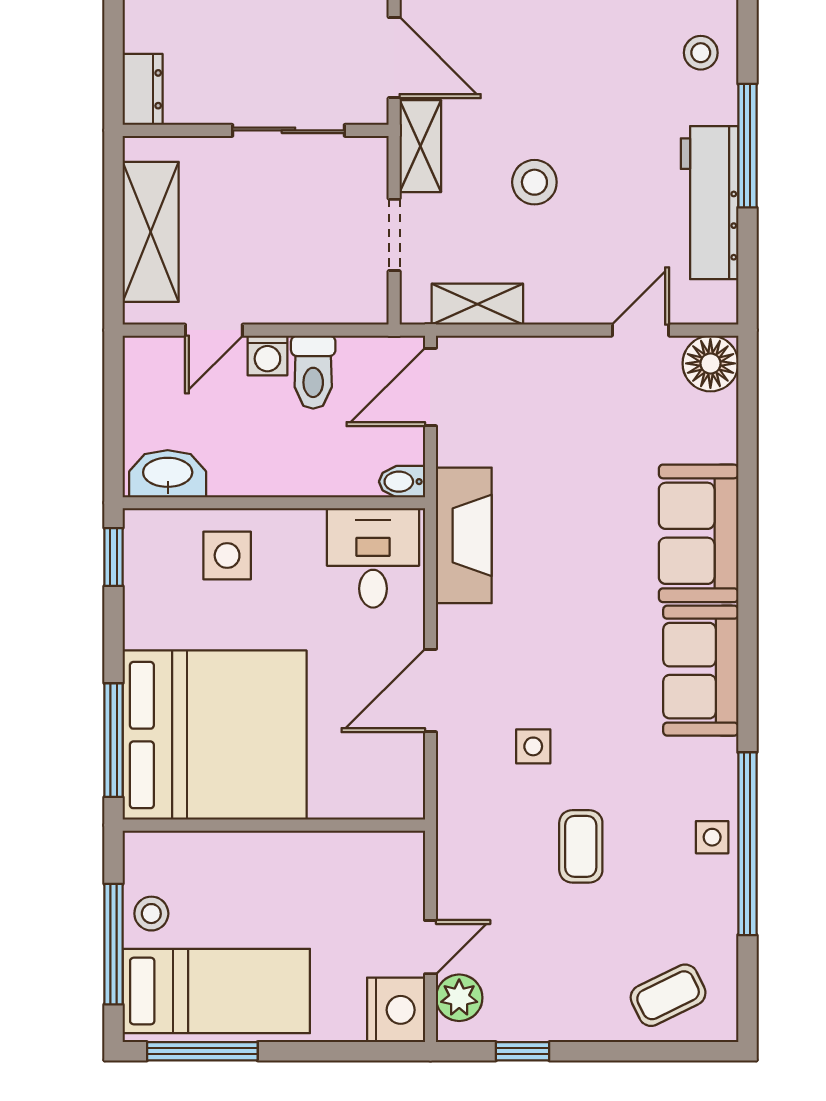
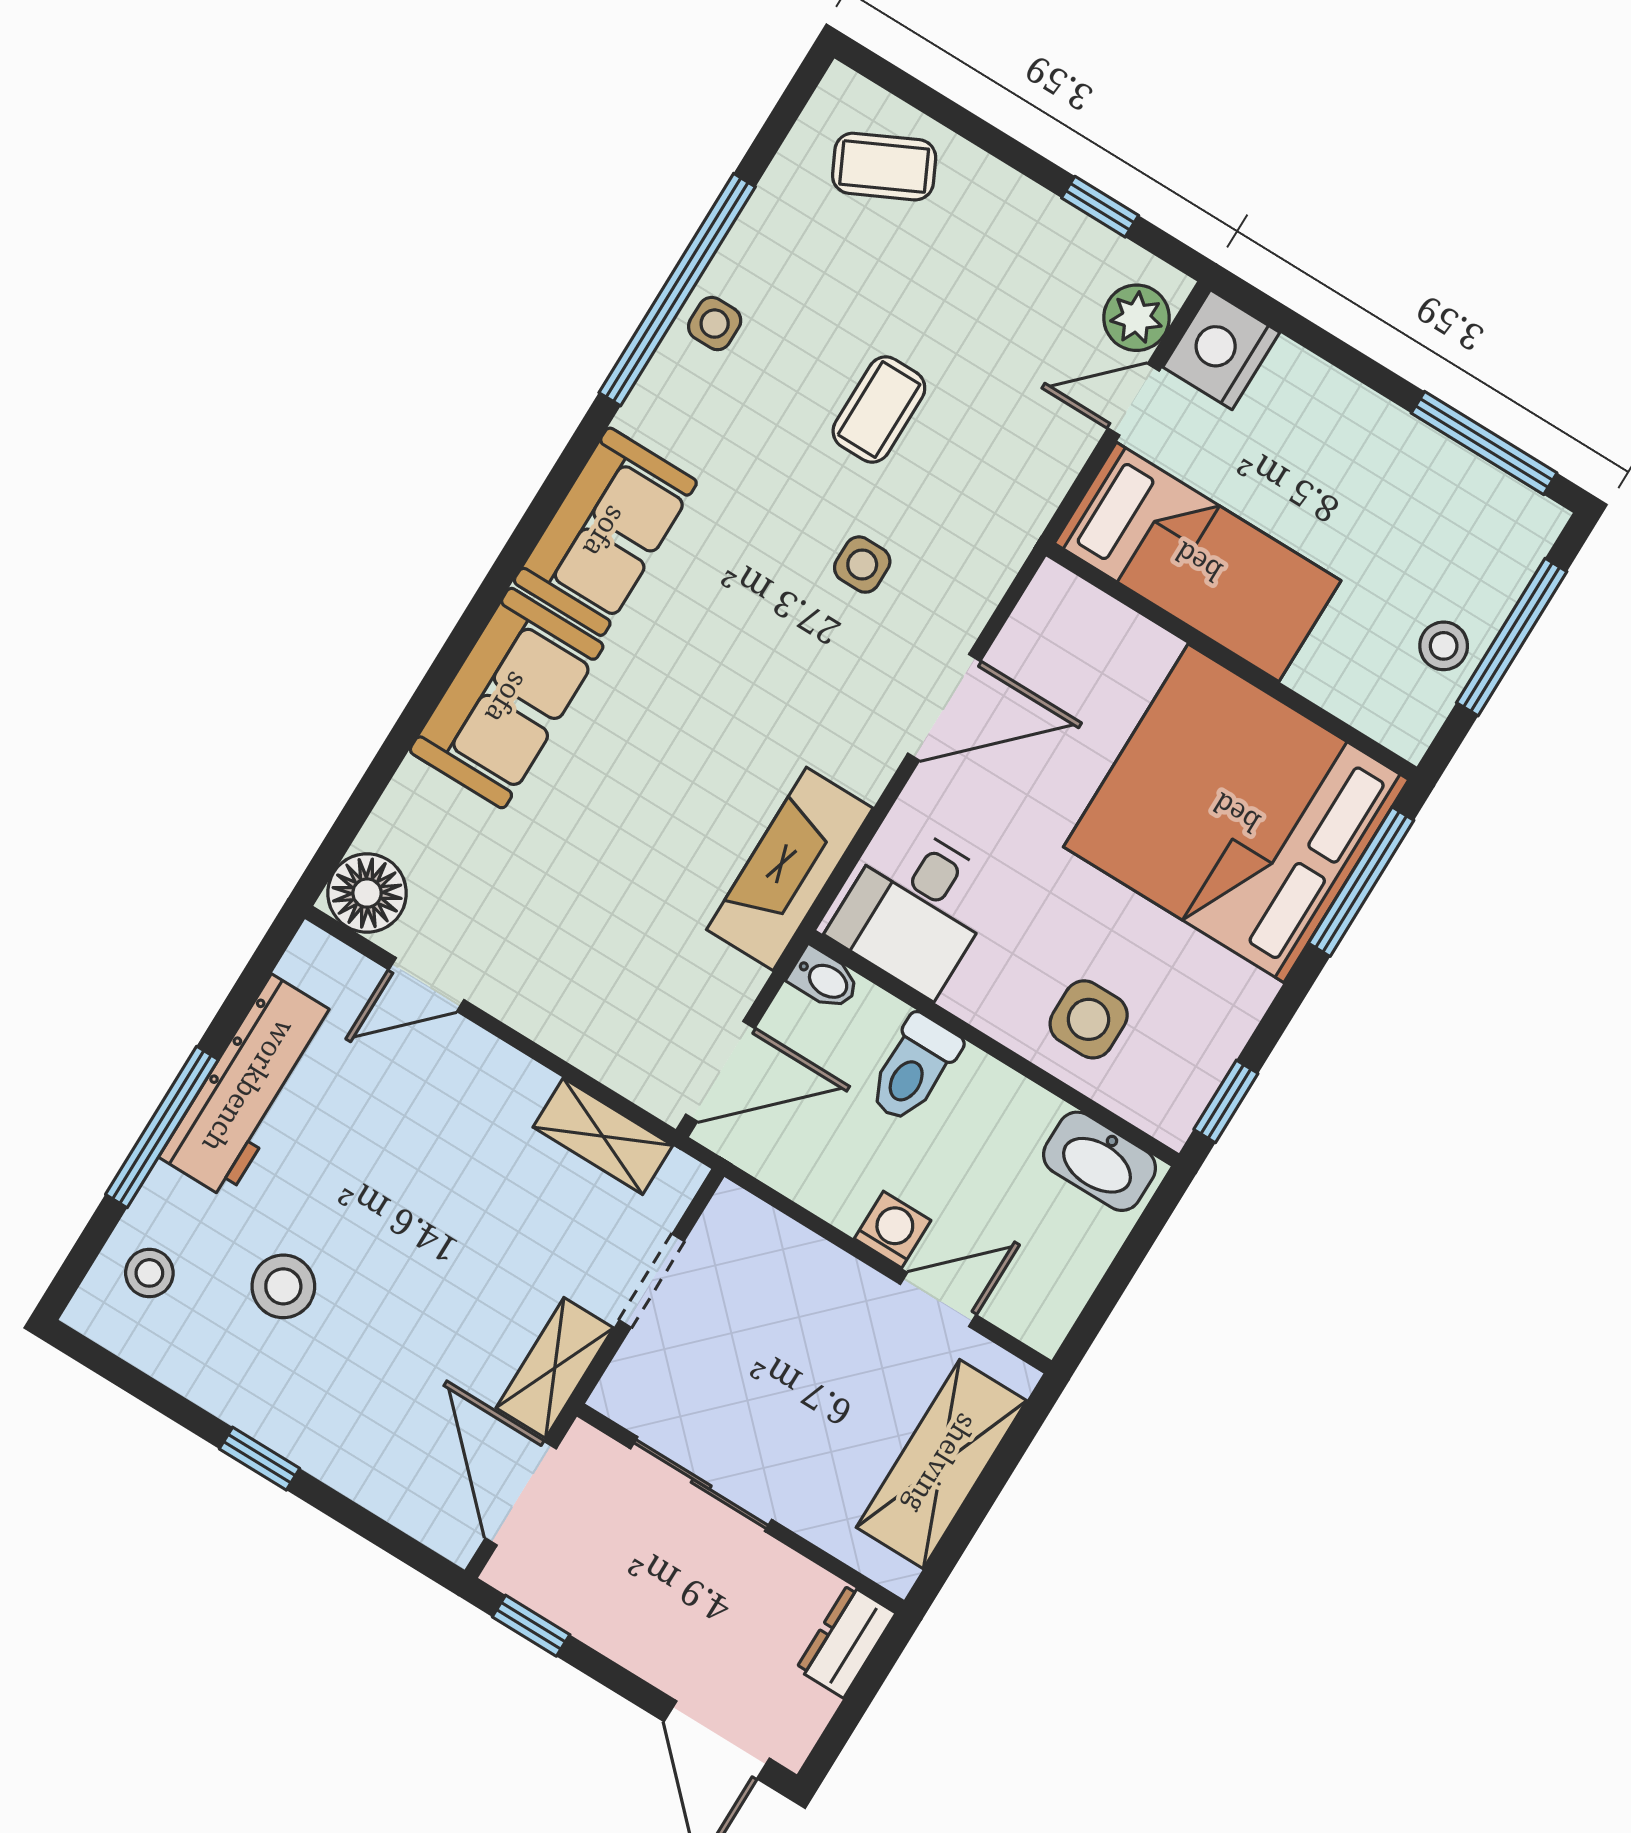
stool: (534, 182) -> (283, 1286), moved
toilet: (313, 372) -> (914, 1069), moved, turned 180
bed: (216, 991) -> (1198, 562), moved, turned 180

